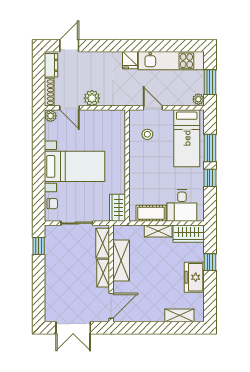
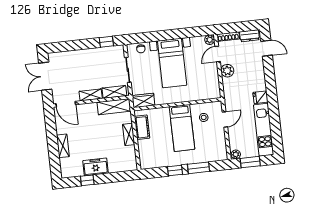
bed: (187, 138) -> (182, 128), moved, turned -90
desk: (182, 205) -> (151, 151), removed
wardrobe: (188, 234) -> (129, 158), removed
shelving: (121, 260) -> (114, 107), moved
window: (210, 262) -> (87, 180), moved
shelving: (179, 315) -> (63, 146), moved

